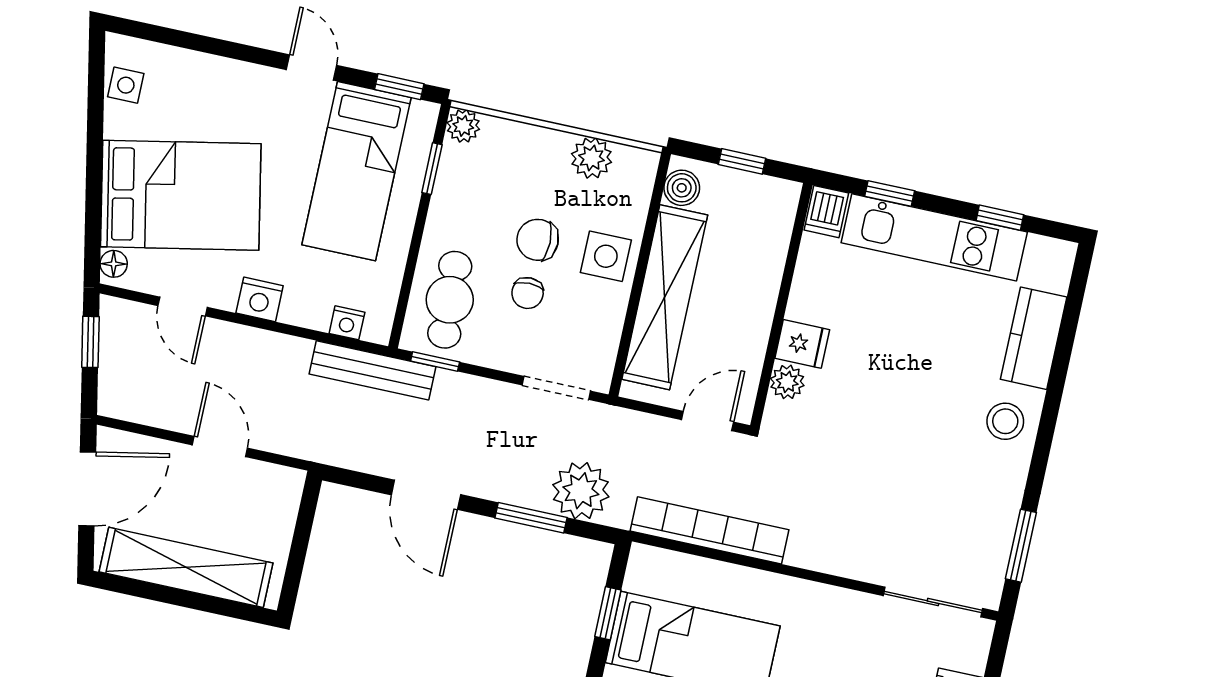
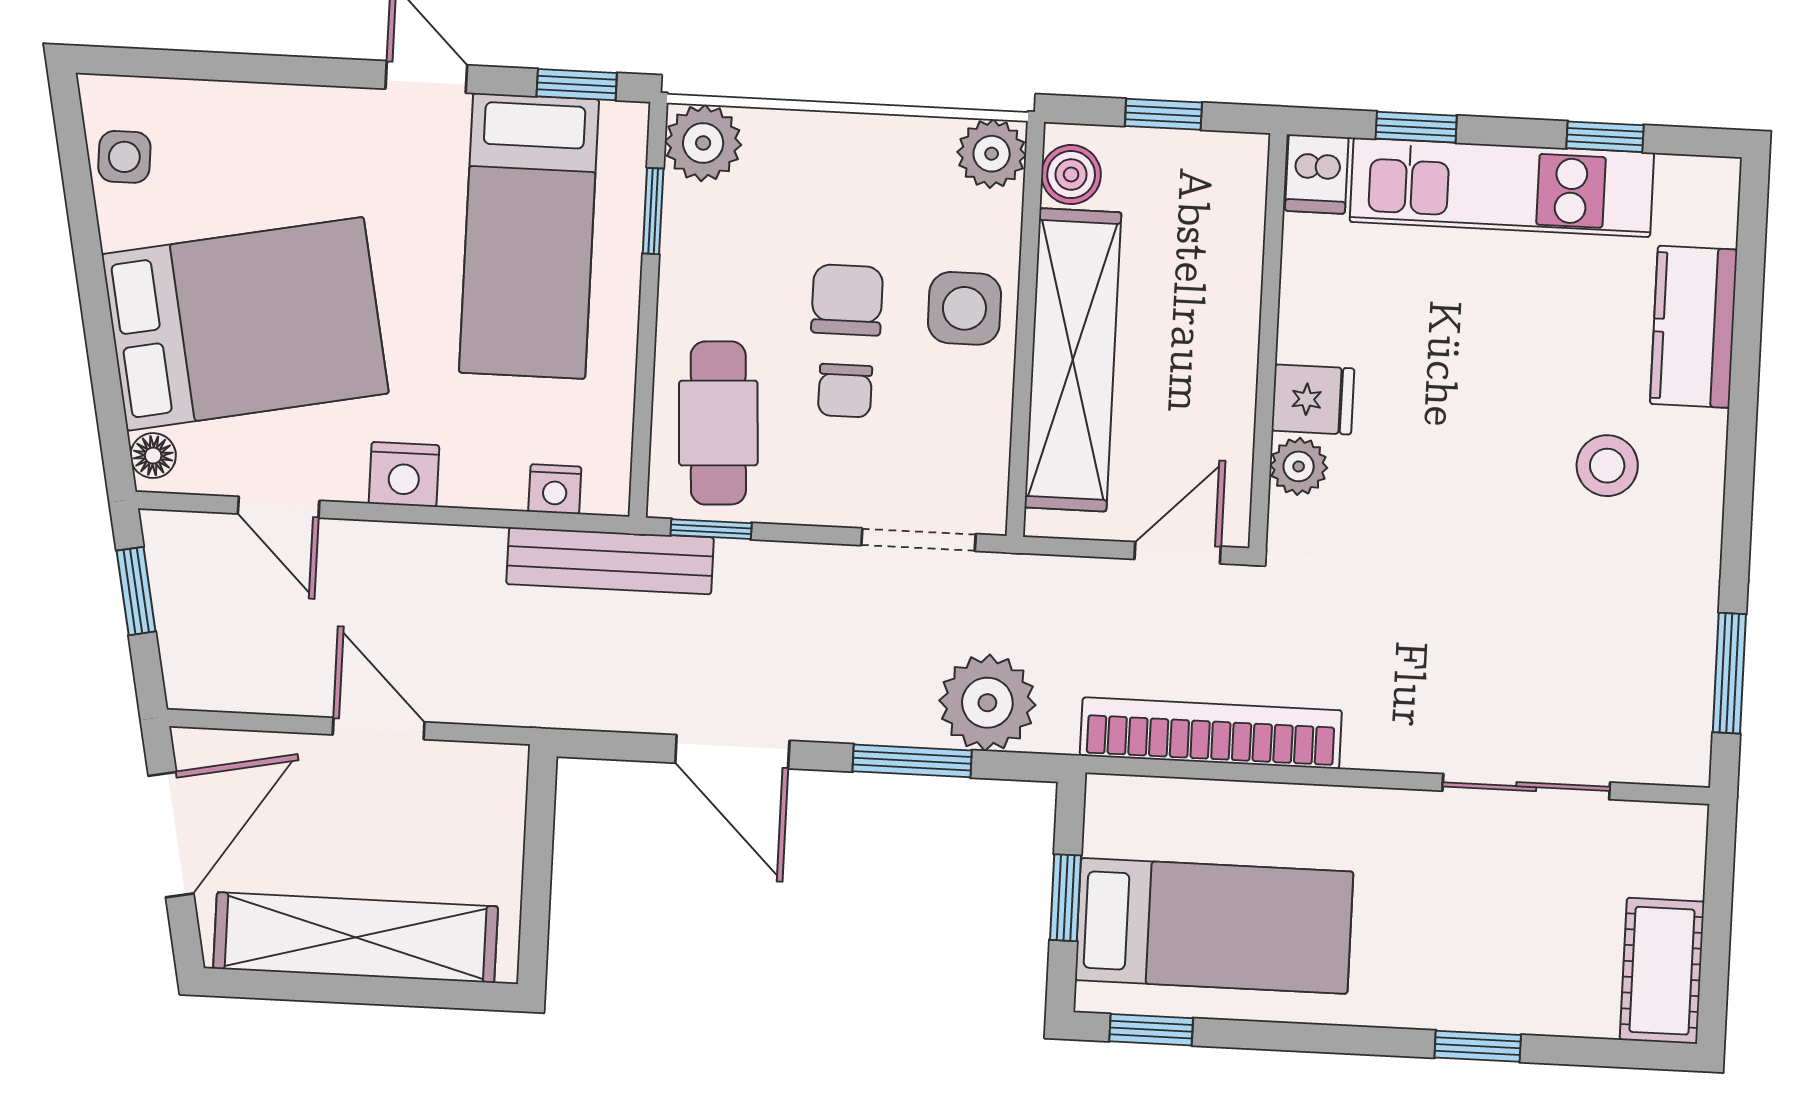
plant: (463, 126) -> (703, 143), width x1.38, depth x1.38
plant: (592, 158) -> (992, 154), moved
chair: (538, 240) -> (847, 300), turned 90
stool: (1005, 421) -> (1607, 466), moved
sliding door: (933, 602) -> (1526, 787), moved

